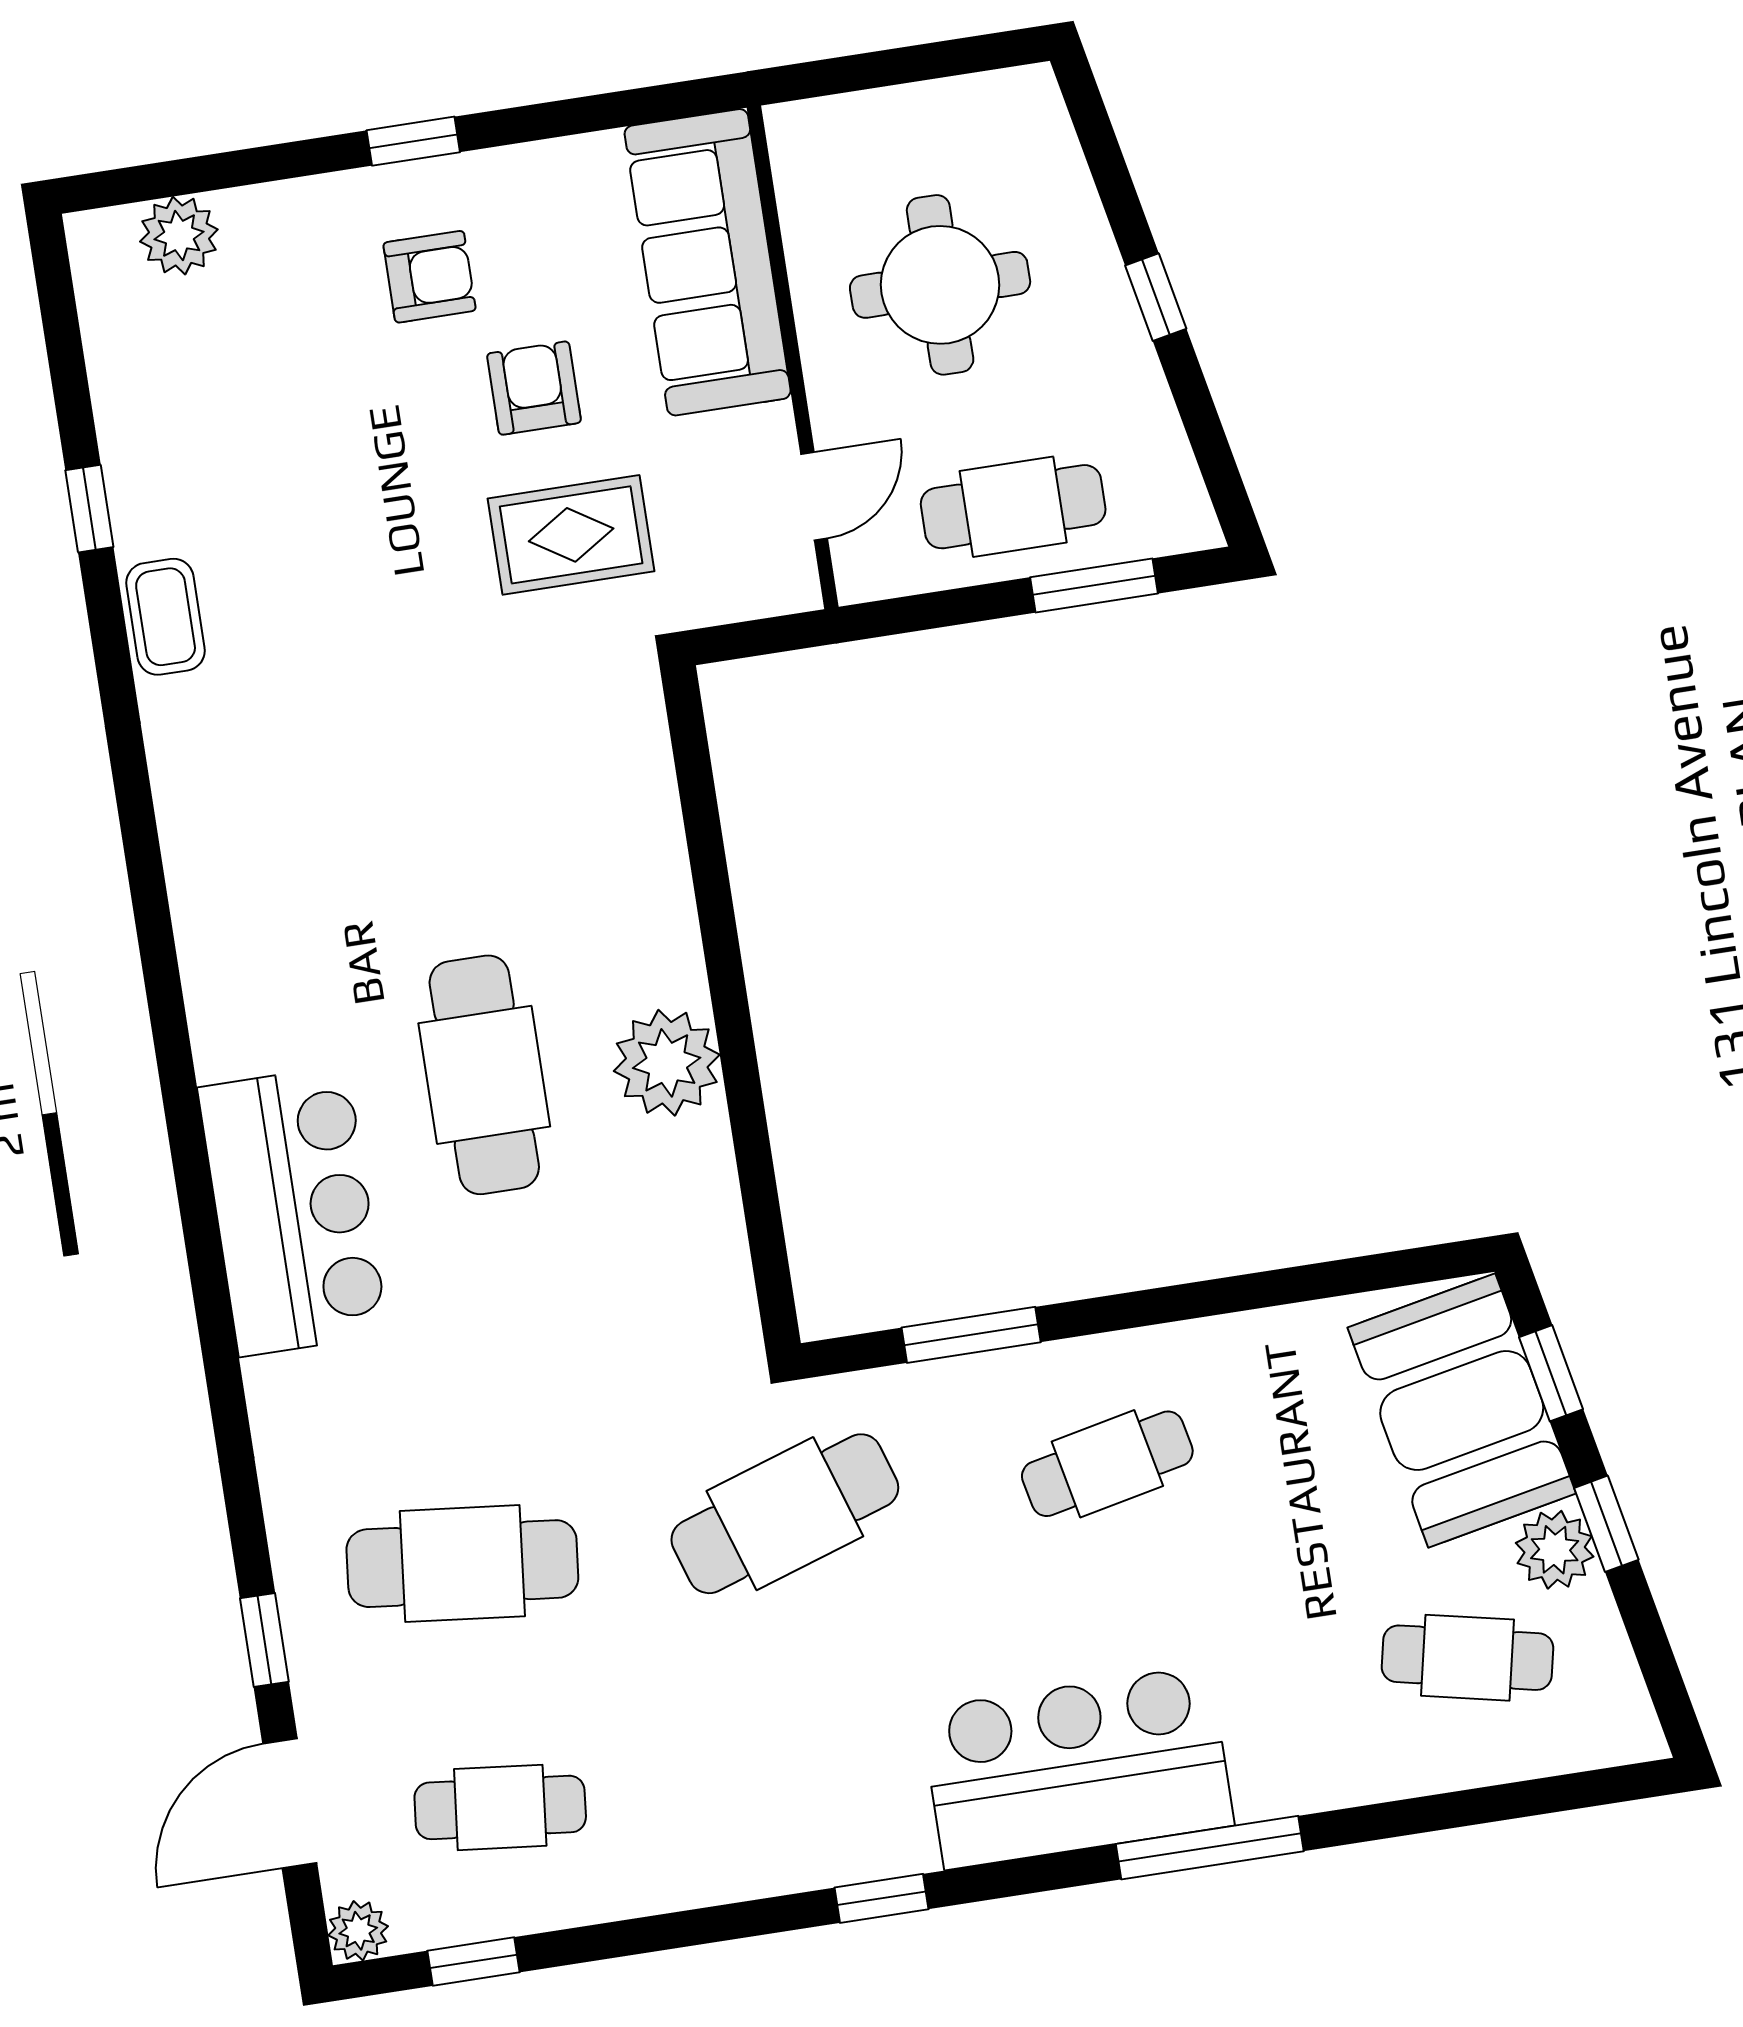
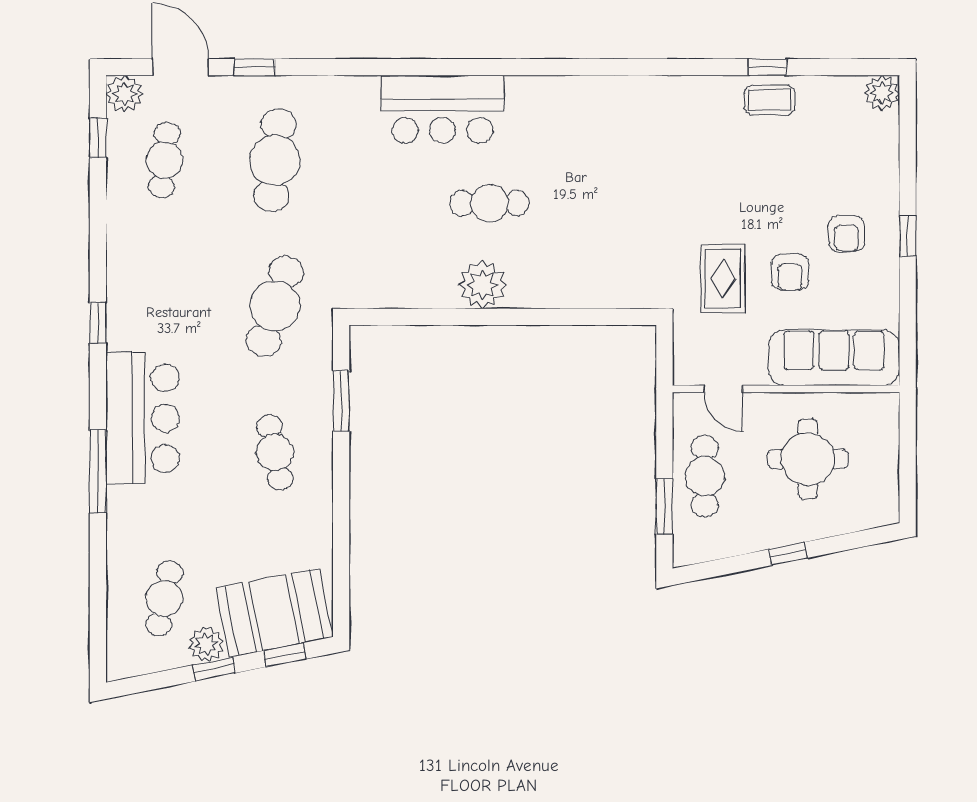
plant: (179, 236) -> (882, 93), moved
armchair: (534, 388) -> (790, 272), turned 90
coffee table: (166, 617) -> (769, 100), moved
cafe table: (484, 1075) -> (490, 203), width x0.73, depth x0.74
cafe table: (785, 1514) -> (275, 306), turned 36
plant: (358, 1931) -> (125, 94), width x1.38, depth x1.38

